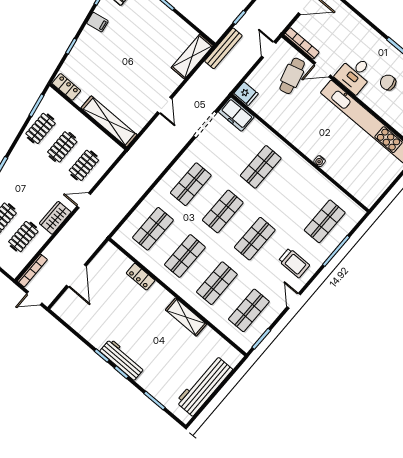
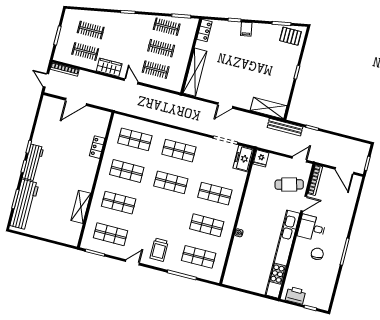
filing cabinet: (97, 22) -> (246, 29), moved
door: (322, 70) -> (304, 204), swing flipped
shop shelf: (255, 239) -> (207, 225), moved
shelving: (186, 317) -> (81, 207), moved
workbench: (204, 386) -> (24, 204), moved, turned 90

